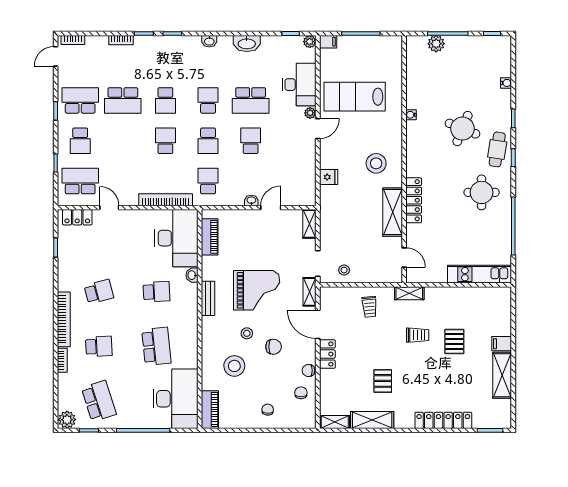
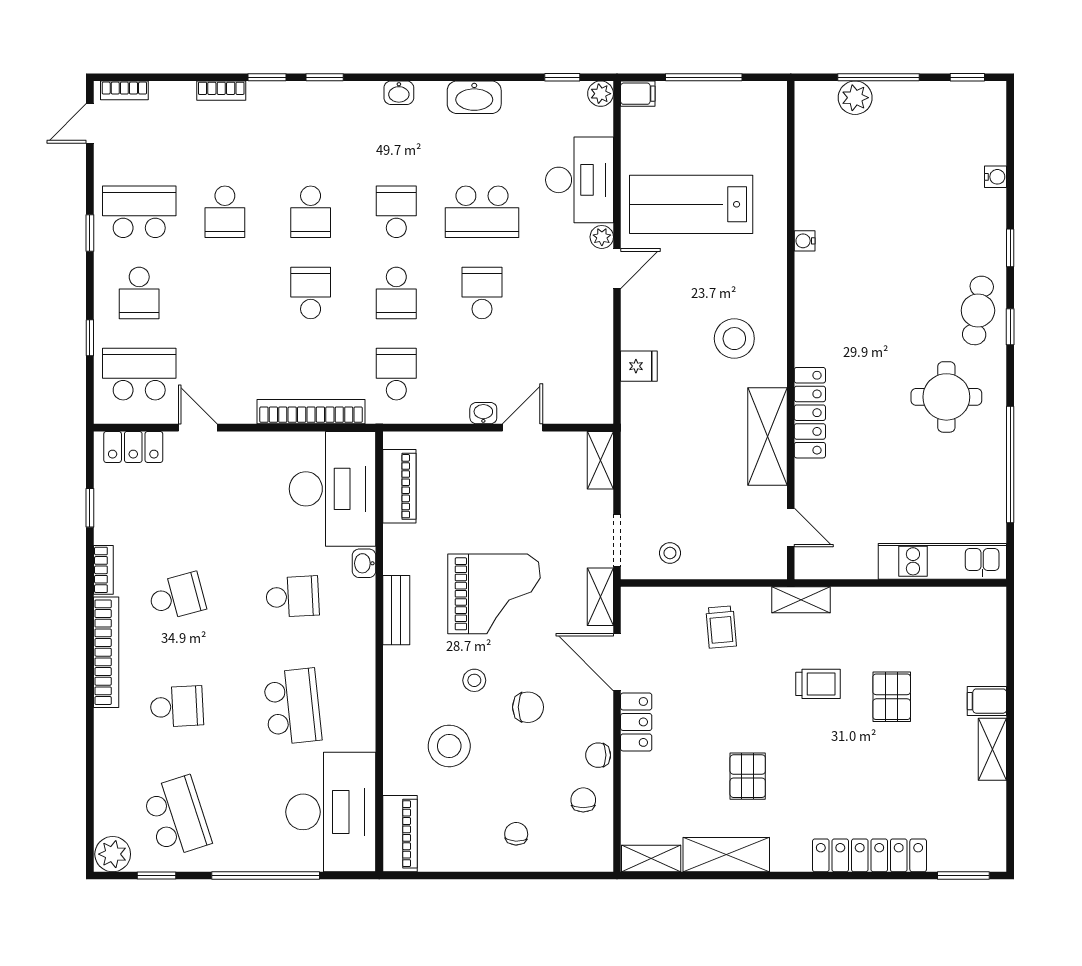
school desk: (123, 100) -> (225, 212), width x0.54
round table: (462, 129) -> (908, 269), removed
bookcase: (62, 360) -> (103, 570), moved
shelving: (502, 375) -> (992, 749), width x0.67, depth x0.75

